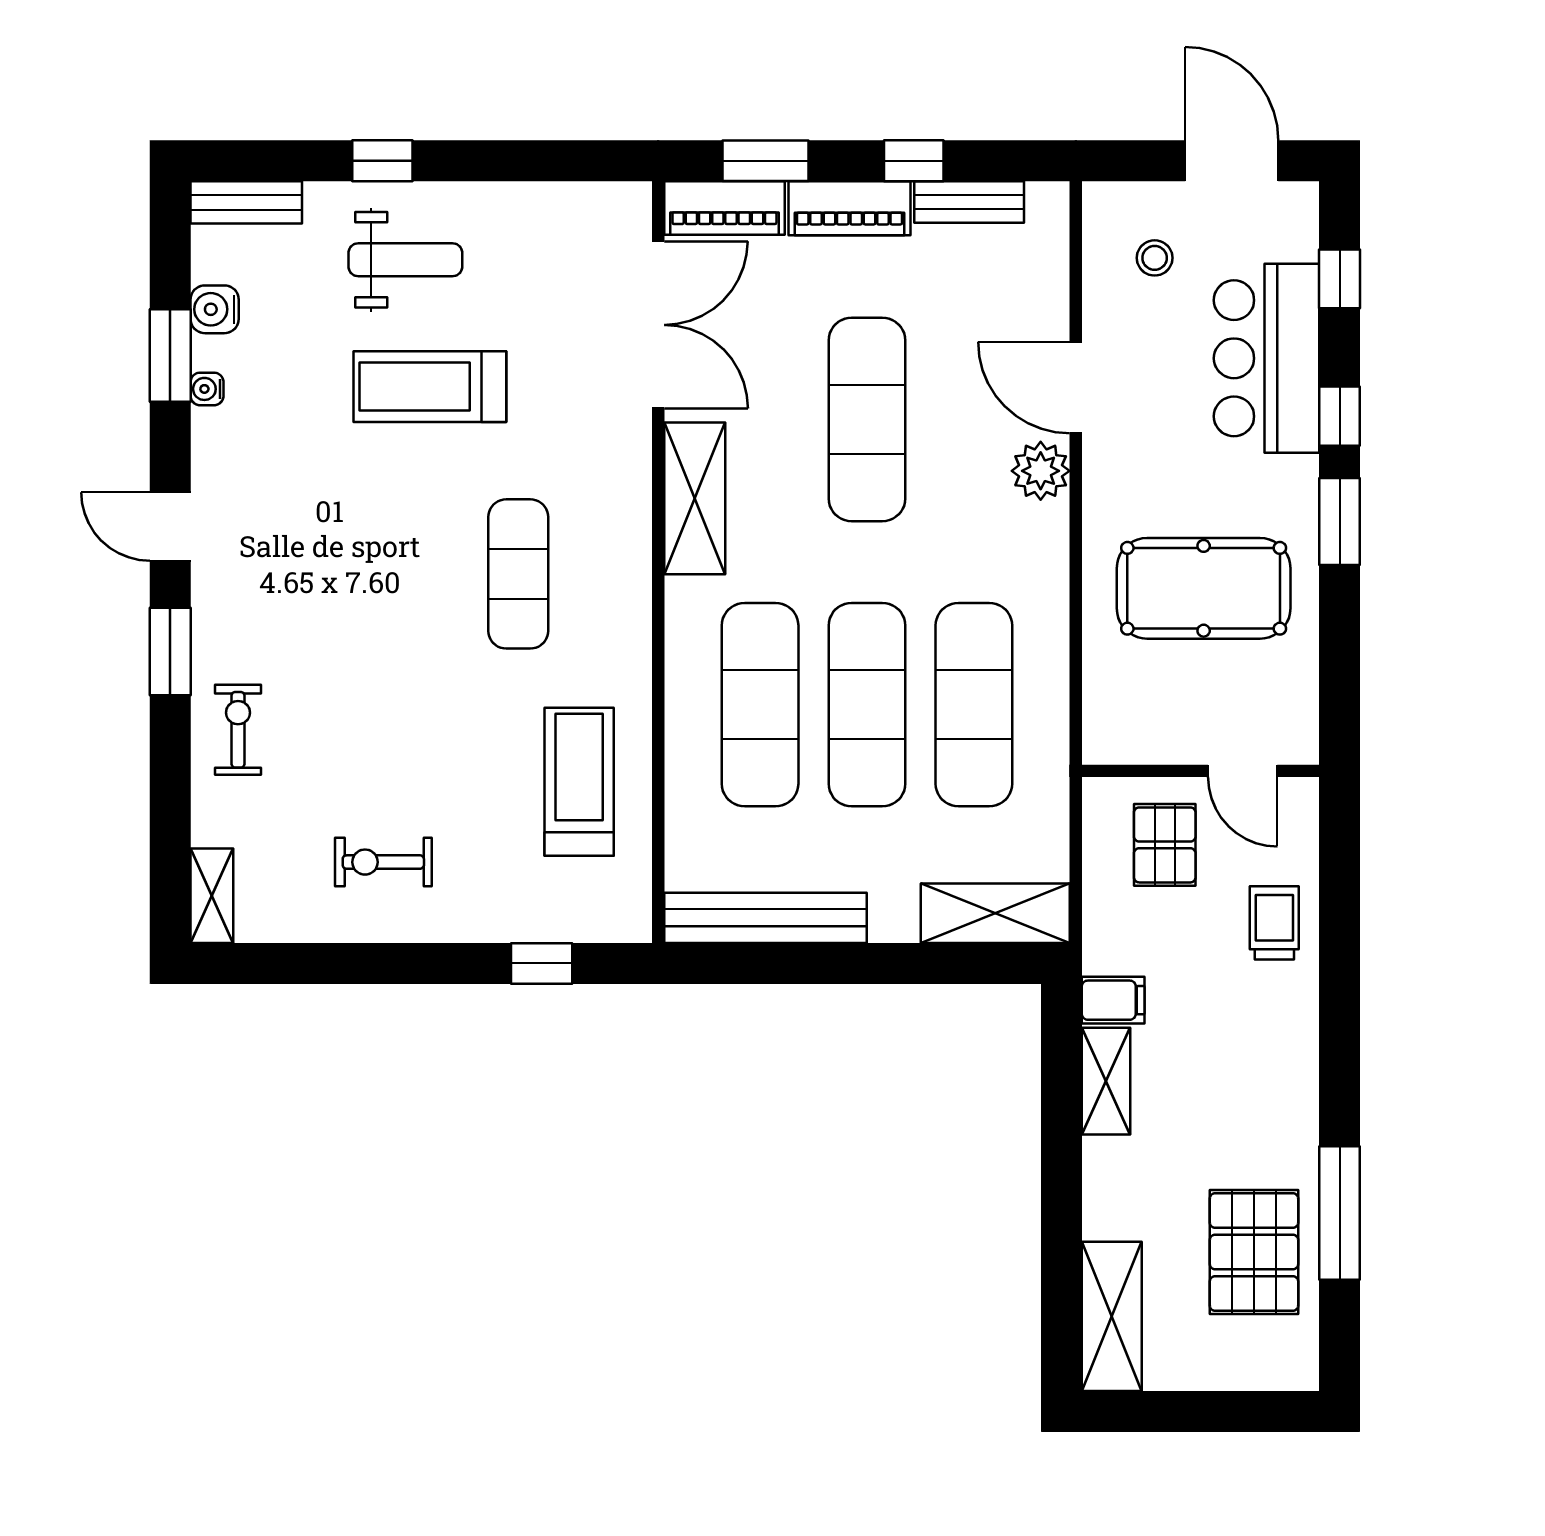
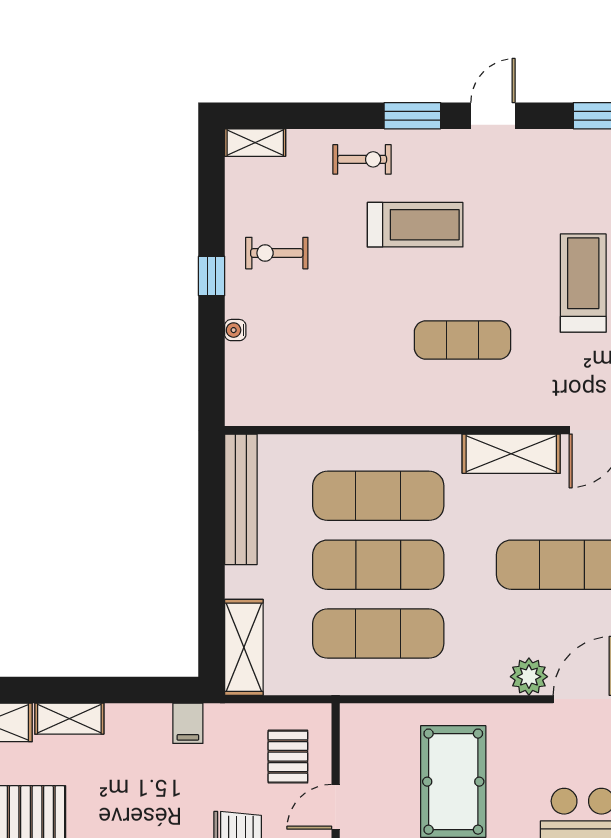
water cooler: (207, 389) -> (235, 330), moved, turned -90
treadmill: (579, 782) -> (415, 225), moved
pallet: (1165, 845) -> (288, 757), turned 90
exercise bike: (383, 862) -> (277, 253), turned -90
window: (542, 963) -> (212, 276), moved
shelving: (1106, 1081) -> (69, 719), moved

